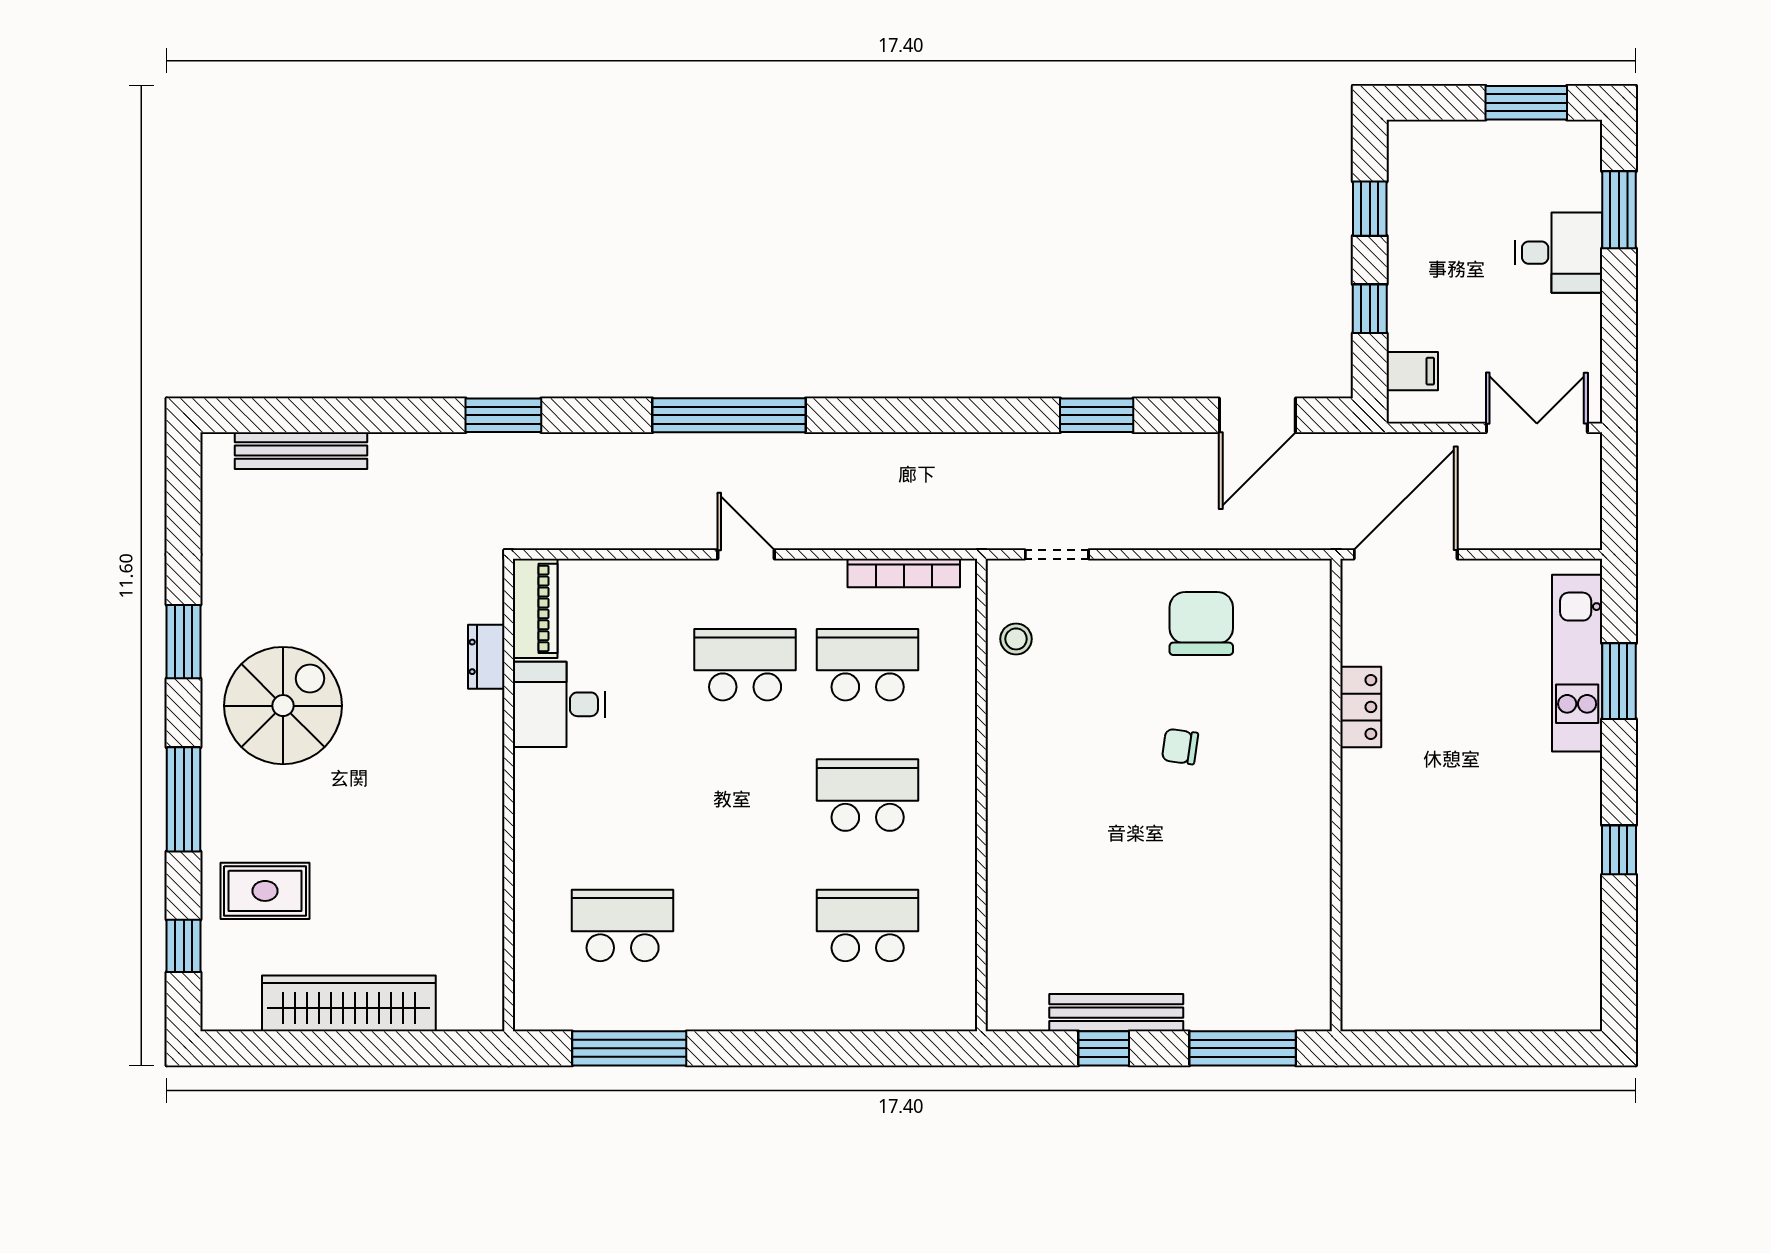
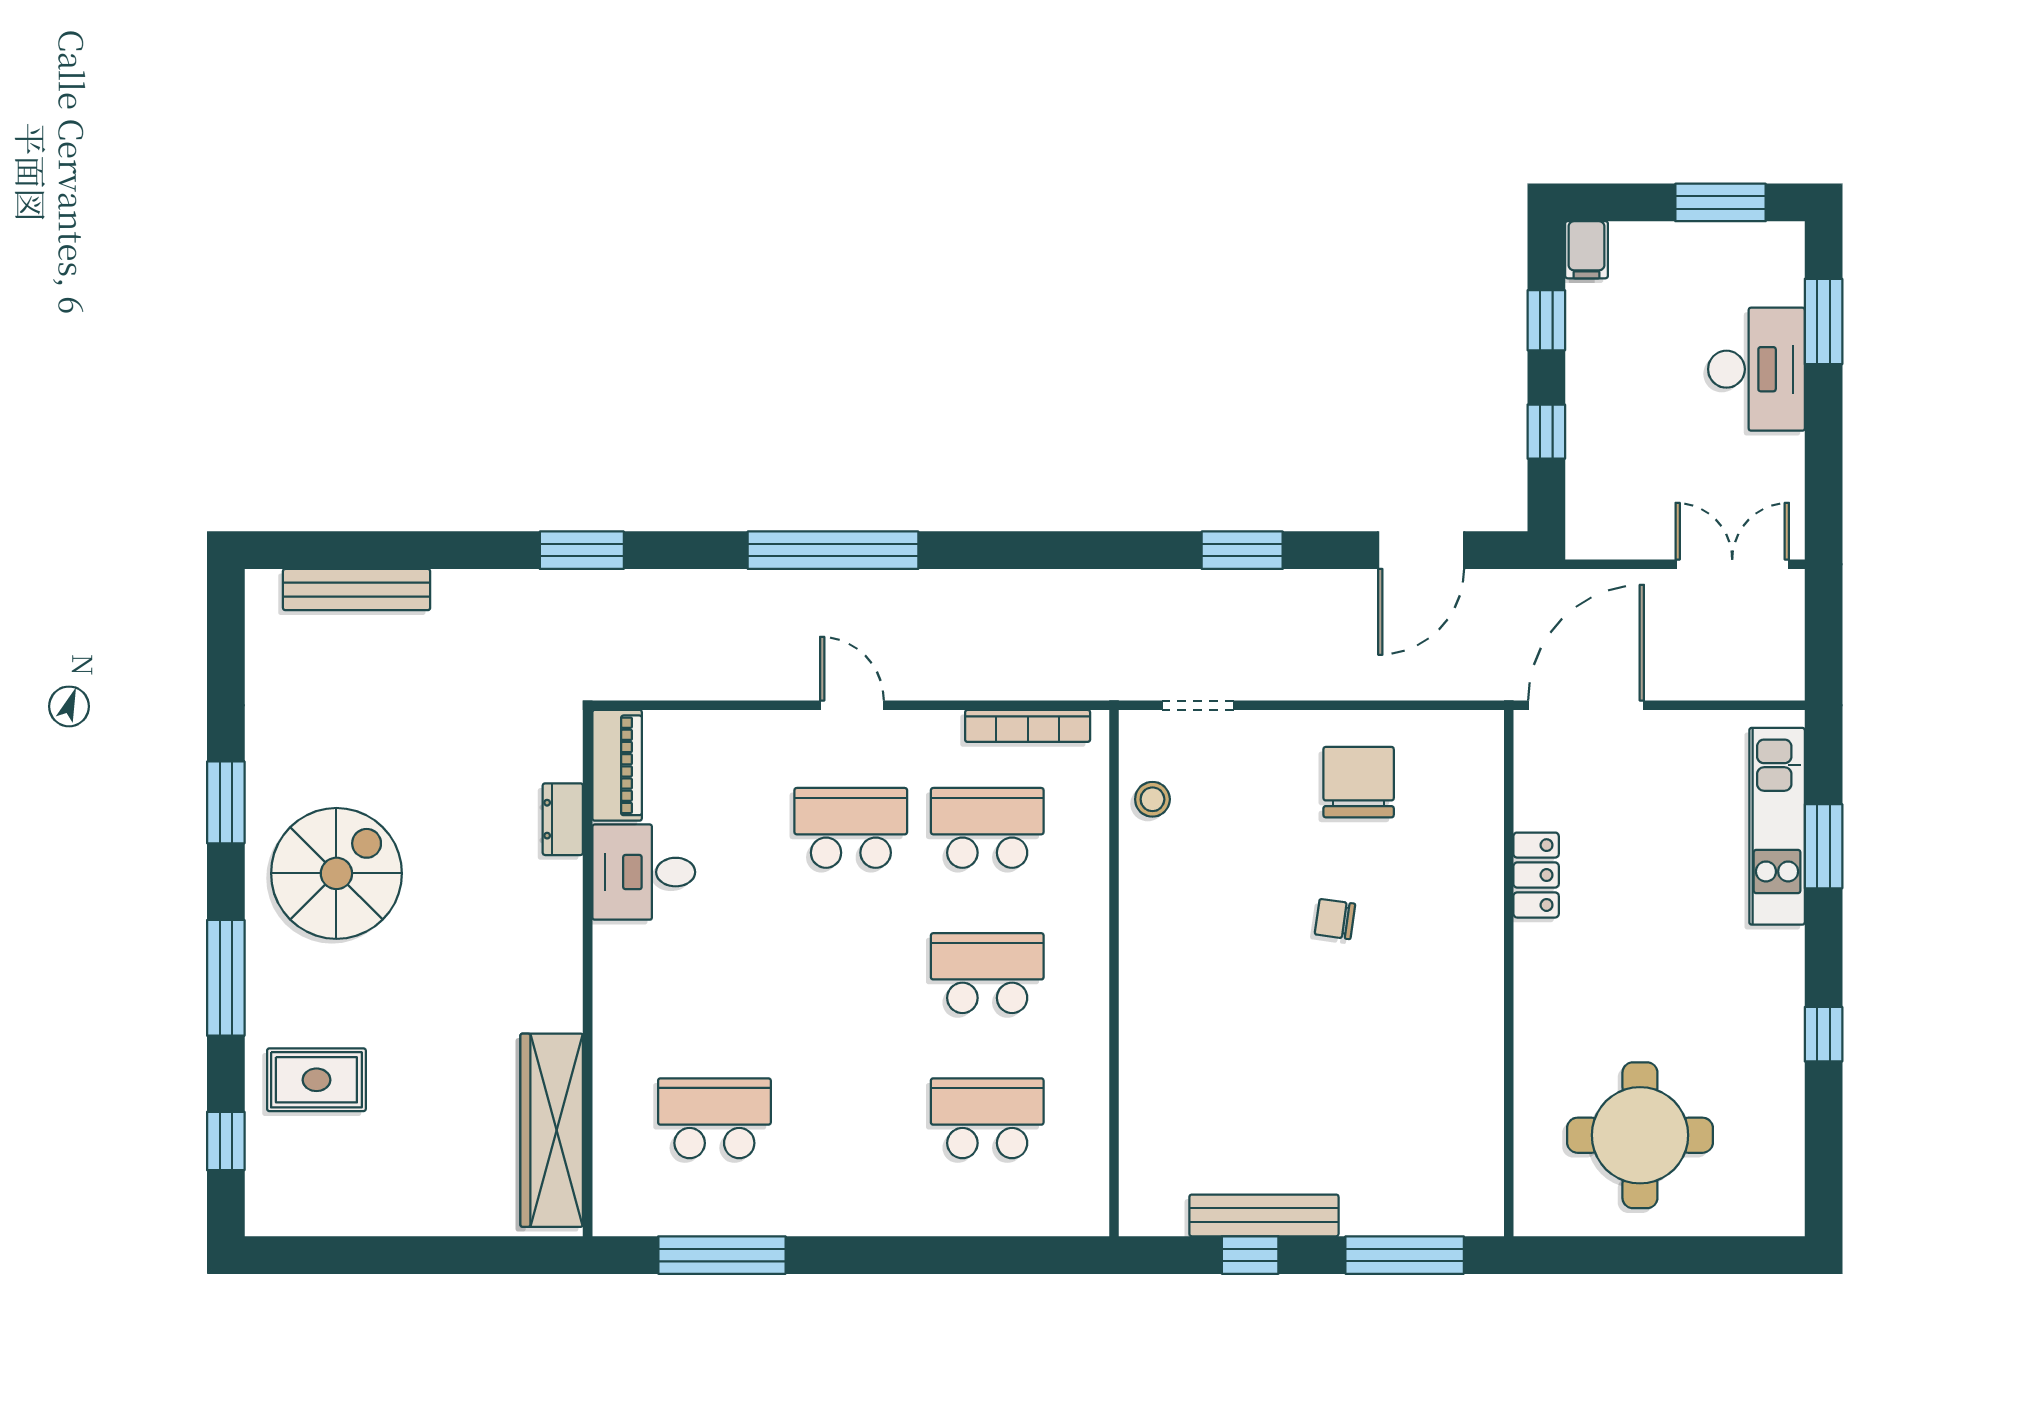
desk: (1559, 253) -> (1756, 369), width x1.37
filing cabinet: (1412, 371) -> (1586, 250), moved, turned 90
round table: (1454, 941) -> (1640, 1135), added
wardrobe: (349, 1003) -> (552, 1130), moved, turned -90

